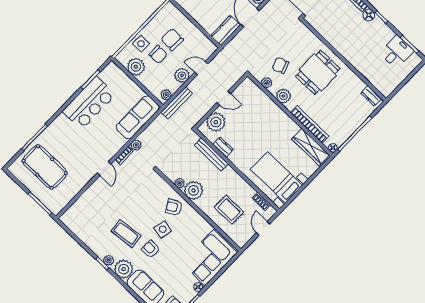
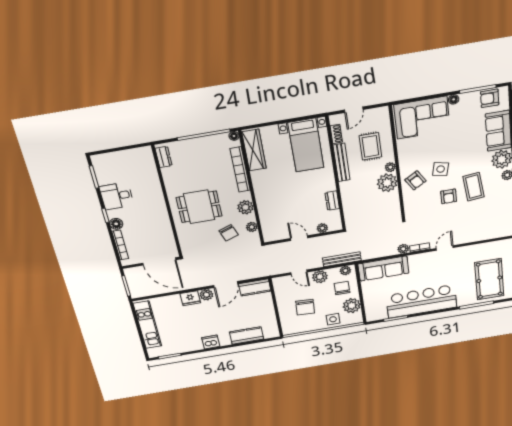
desk: (397, 52) -> (117, 196), moved
chair: (158, 54) -> (342, 288), moved
bar counter: (89, 103) -> (421, 301), width x1.36
plant: (216, 122) -> (322, 228), width x0.53, depth x0.53
bench: (211, 154) -> (342, 162), moved
plant: (180, 183) -> (390, 167), moved
armchair: (151, 249) -> (449, 196), moved

